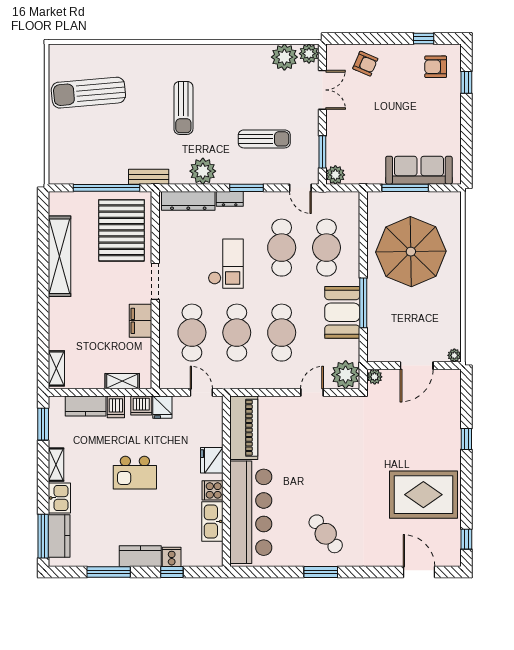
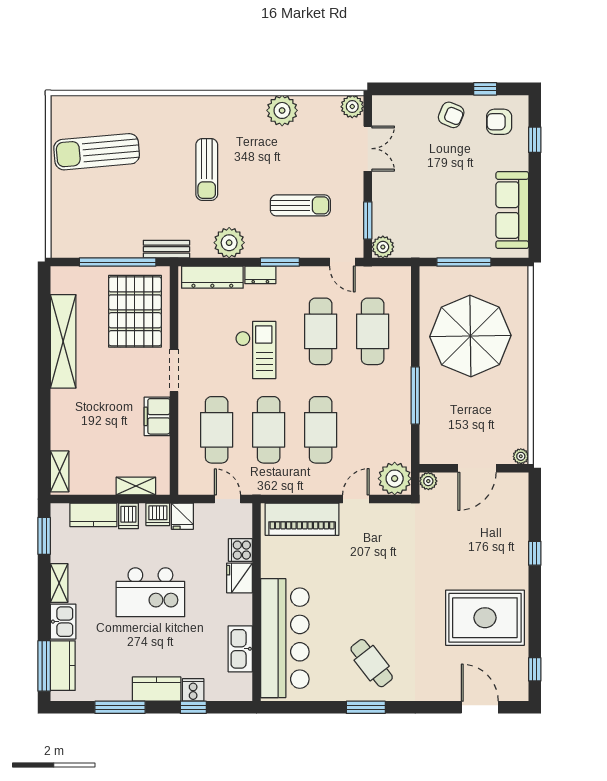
plant: (284, 57) -> (282, 110), moved
armchair: (365, 64) -> (451, 115), moved
sofa: (419, 170) -> (512, 210), moved, turned -90
booth: (342, 312) -> (391, 406), removed
piano: (244, 428) -> (302, 519), moved, turned 90
kitchen island: (135, 473) -> (150, 592), width x1.37, depth x1.28
cooker: (212, 490) -> (240, 550), moved

